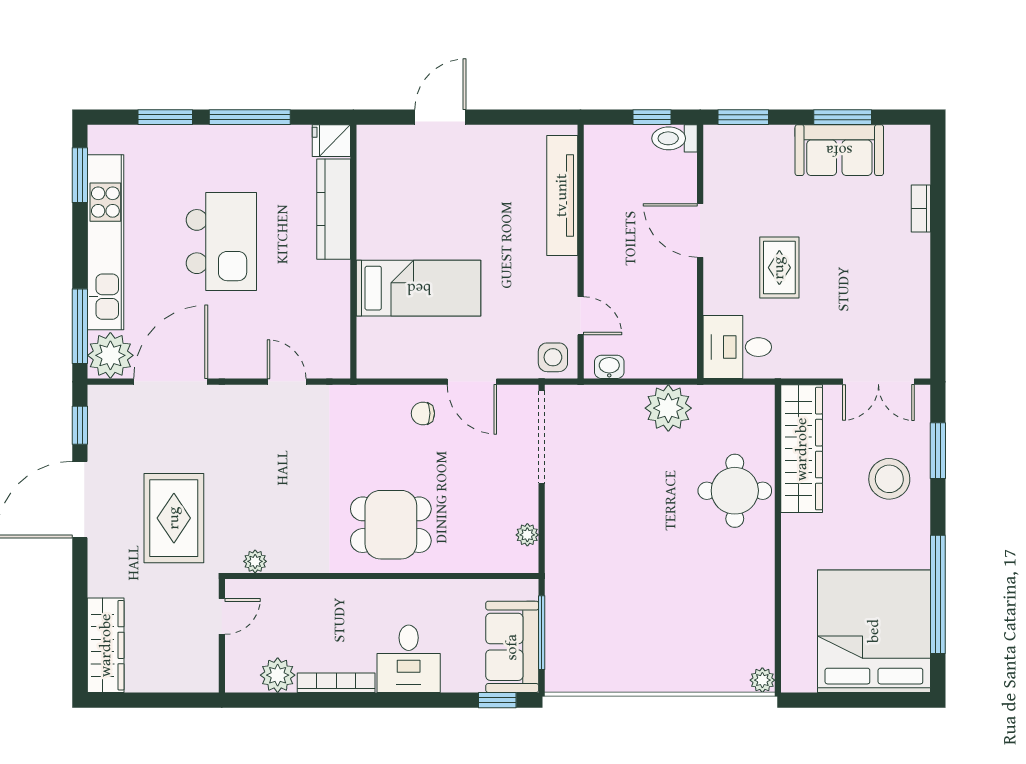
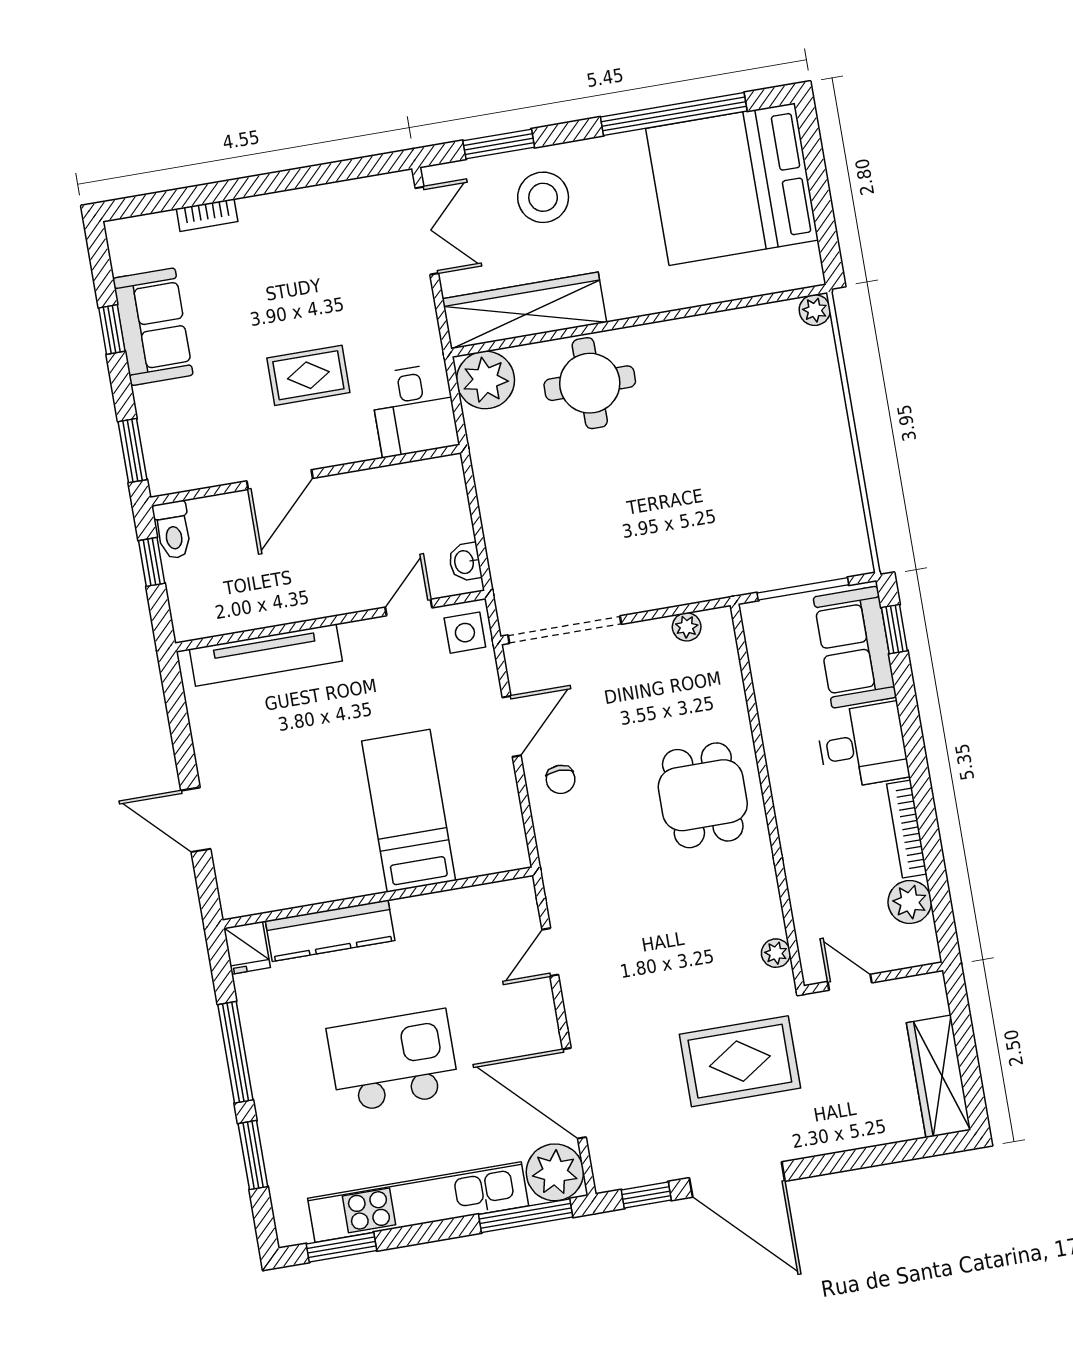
window: (843, 117) -> (112, 330), width x0.67
plant: (668, 408) -> (485, 380), moved
wardrobe: (106, 645) -> (938, 1076), moved, turned -90
sofa: (512, 647) -> (855, 647), moved, turned 90

